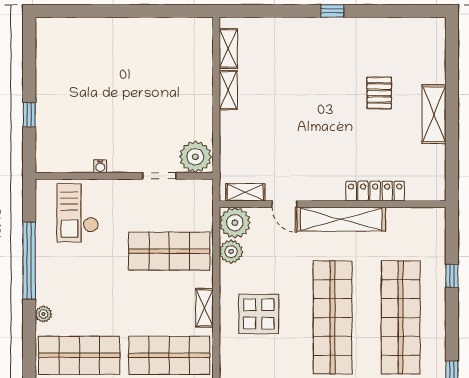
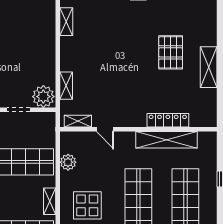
shelving: (228, 90) -> (66, 86), moved
pallet: (379, 93) -> (171, 52), width x1.50, depth x1.42
shelving: (341, 219) -> (167, 140), moved
plant: (235, 223) -> (71, 142), removed

